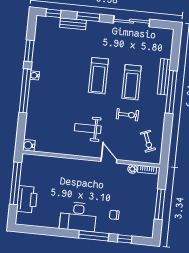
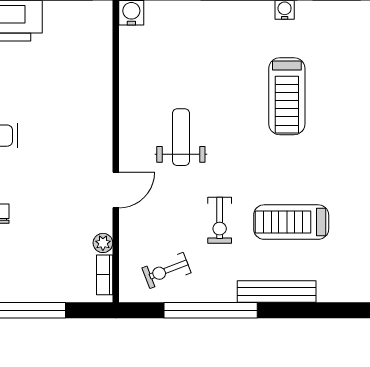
treadmill: (98, 76) -> (287, 96), moved, turned -90
bench: (164, 77) -> (277, 292), moved
window: (171, 92) -> (211, 310), moved

